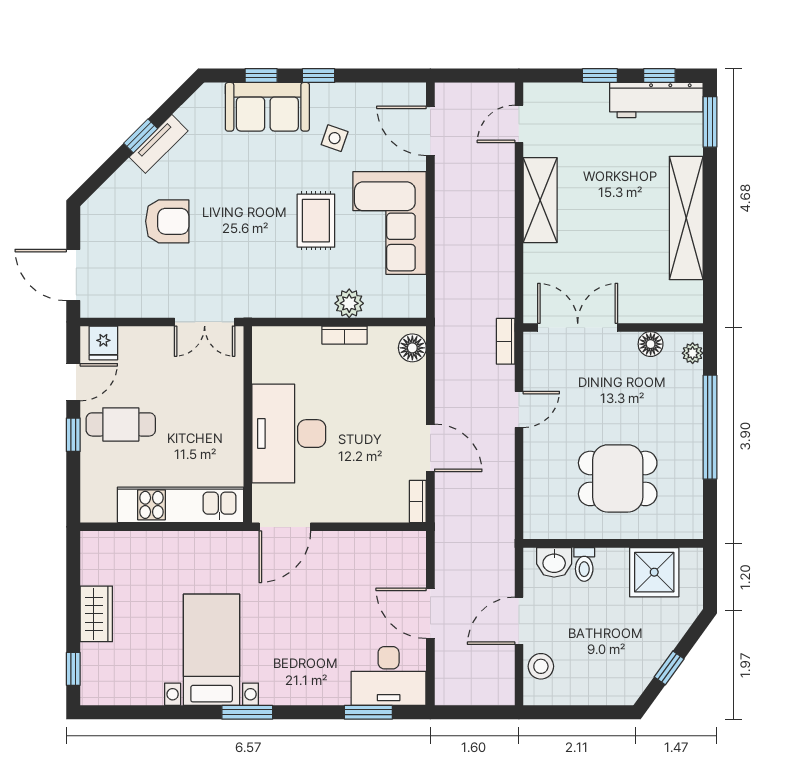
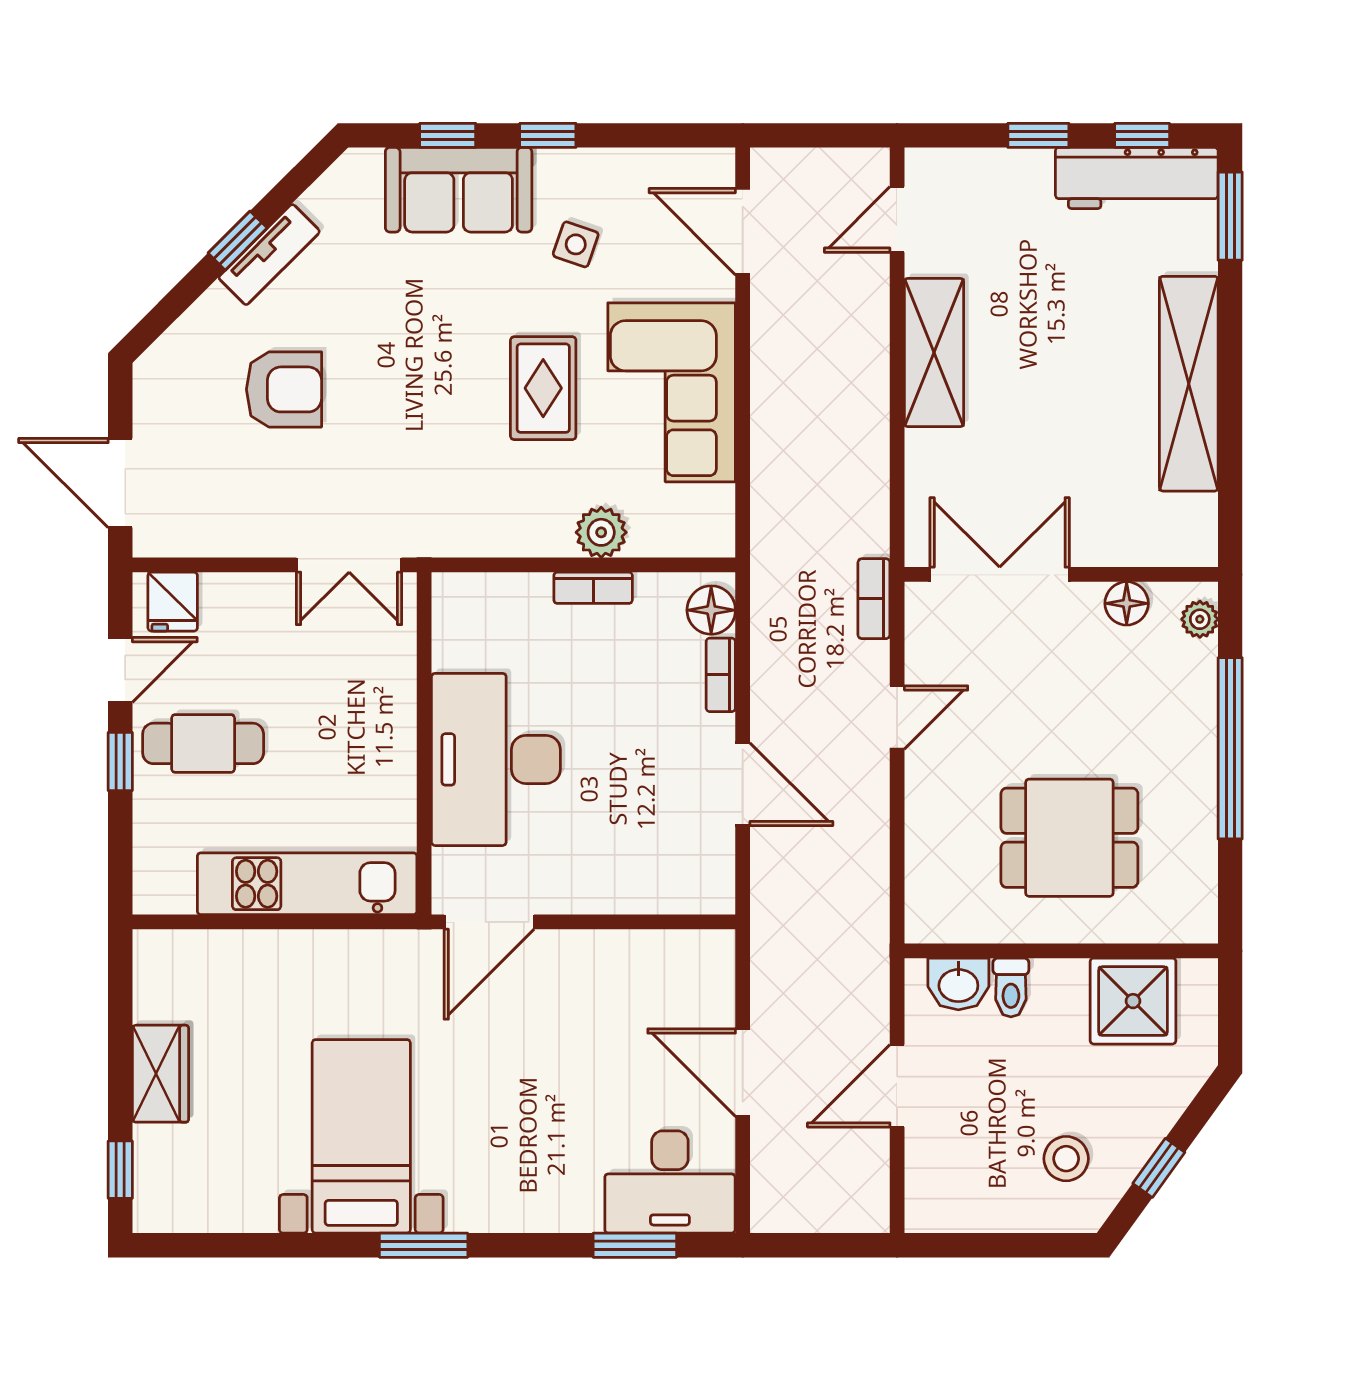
bookcase: (418, 502) -> (721, 675), moved
stool: (541, 666) -> (1066, 1159), moved

